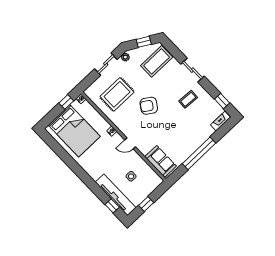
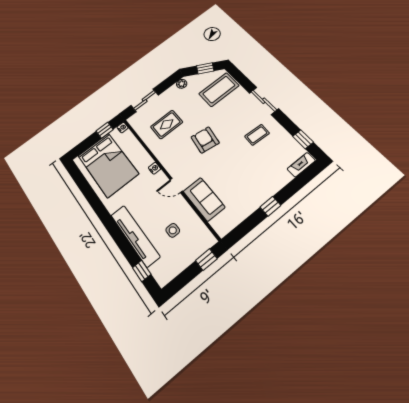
sliding door: (106, 64) -> (145, 100), moved
rug: (117, 94) -> (167, 124), width x0.73, depth x0.70
armchair: (149, 106) -> (205, 140), turned 64
window: (199, 153) -> (270, 206), width x0.32
sofa: (161, 161) -> (204, 199), moved
tv unit: (116, 195) -> (135, 236), moved
window: (146, 204) -> (206, 260), moved

